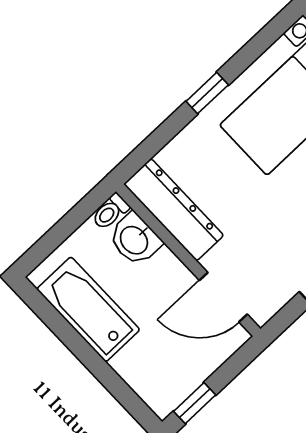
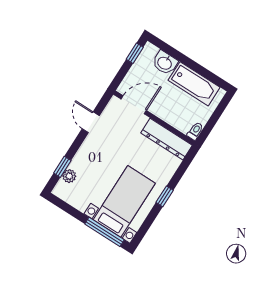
washbasin: (135, 239) -> (165, 63), moved, turned 180

